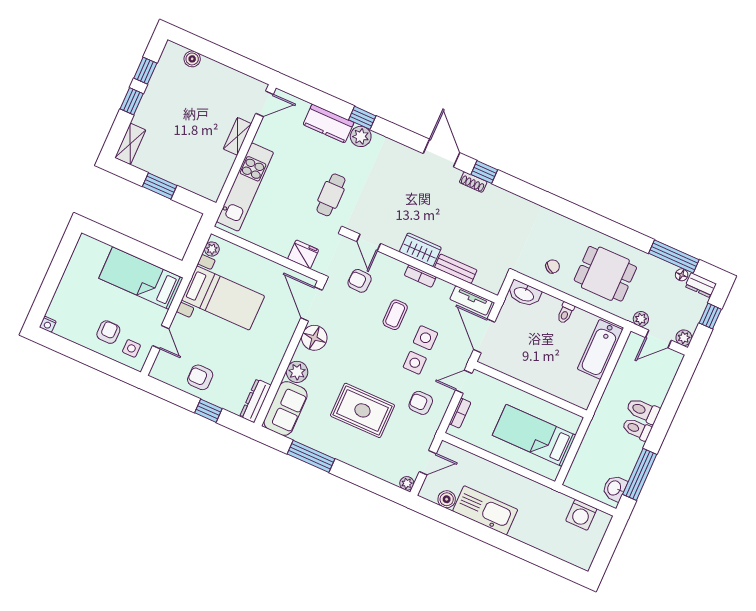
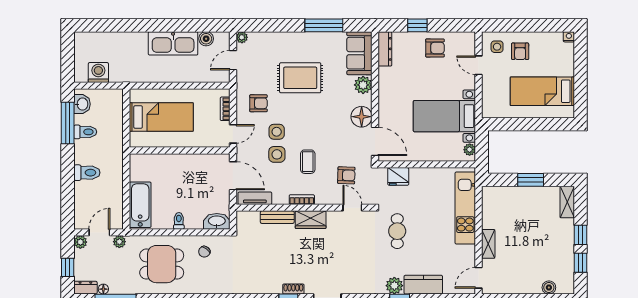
bed: (141, 278) -> (542, 91), moved, turned 180
toilet: (637, 429) -> (85, 132), moved

